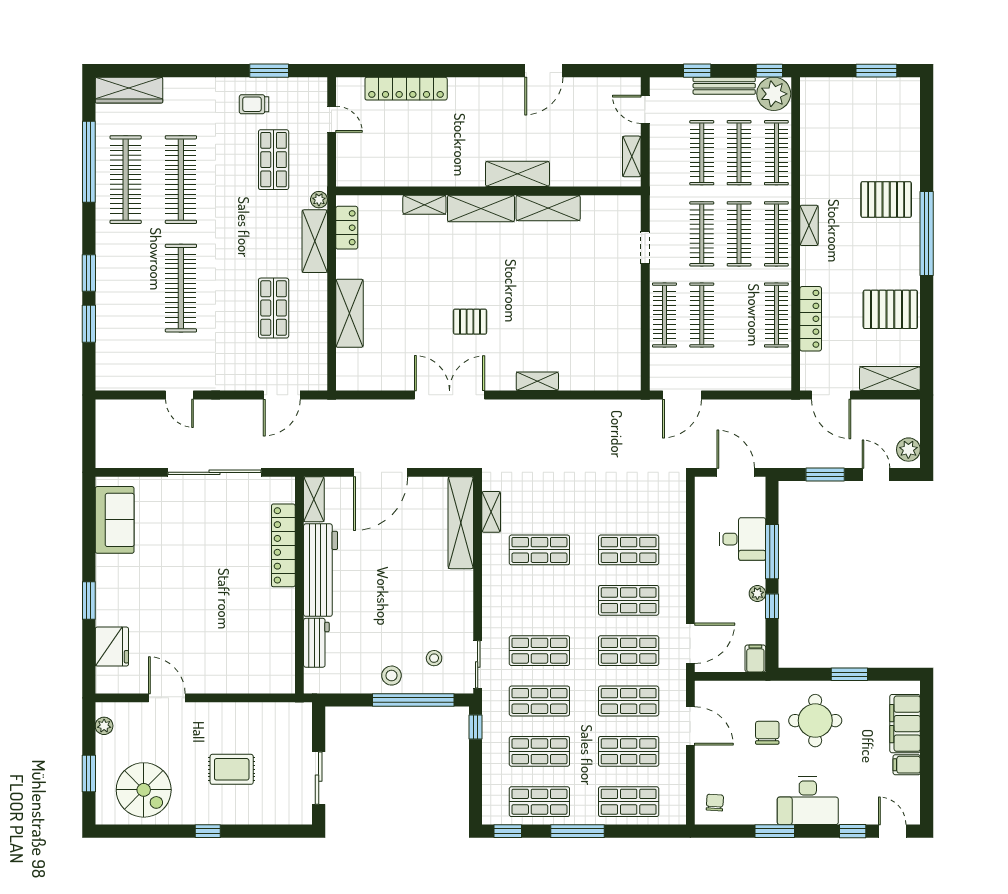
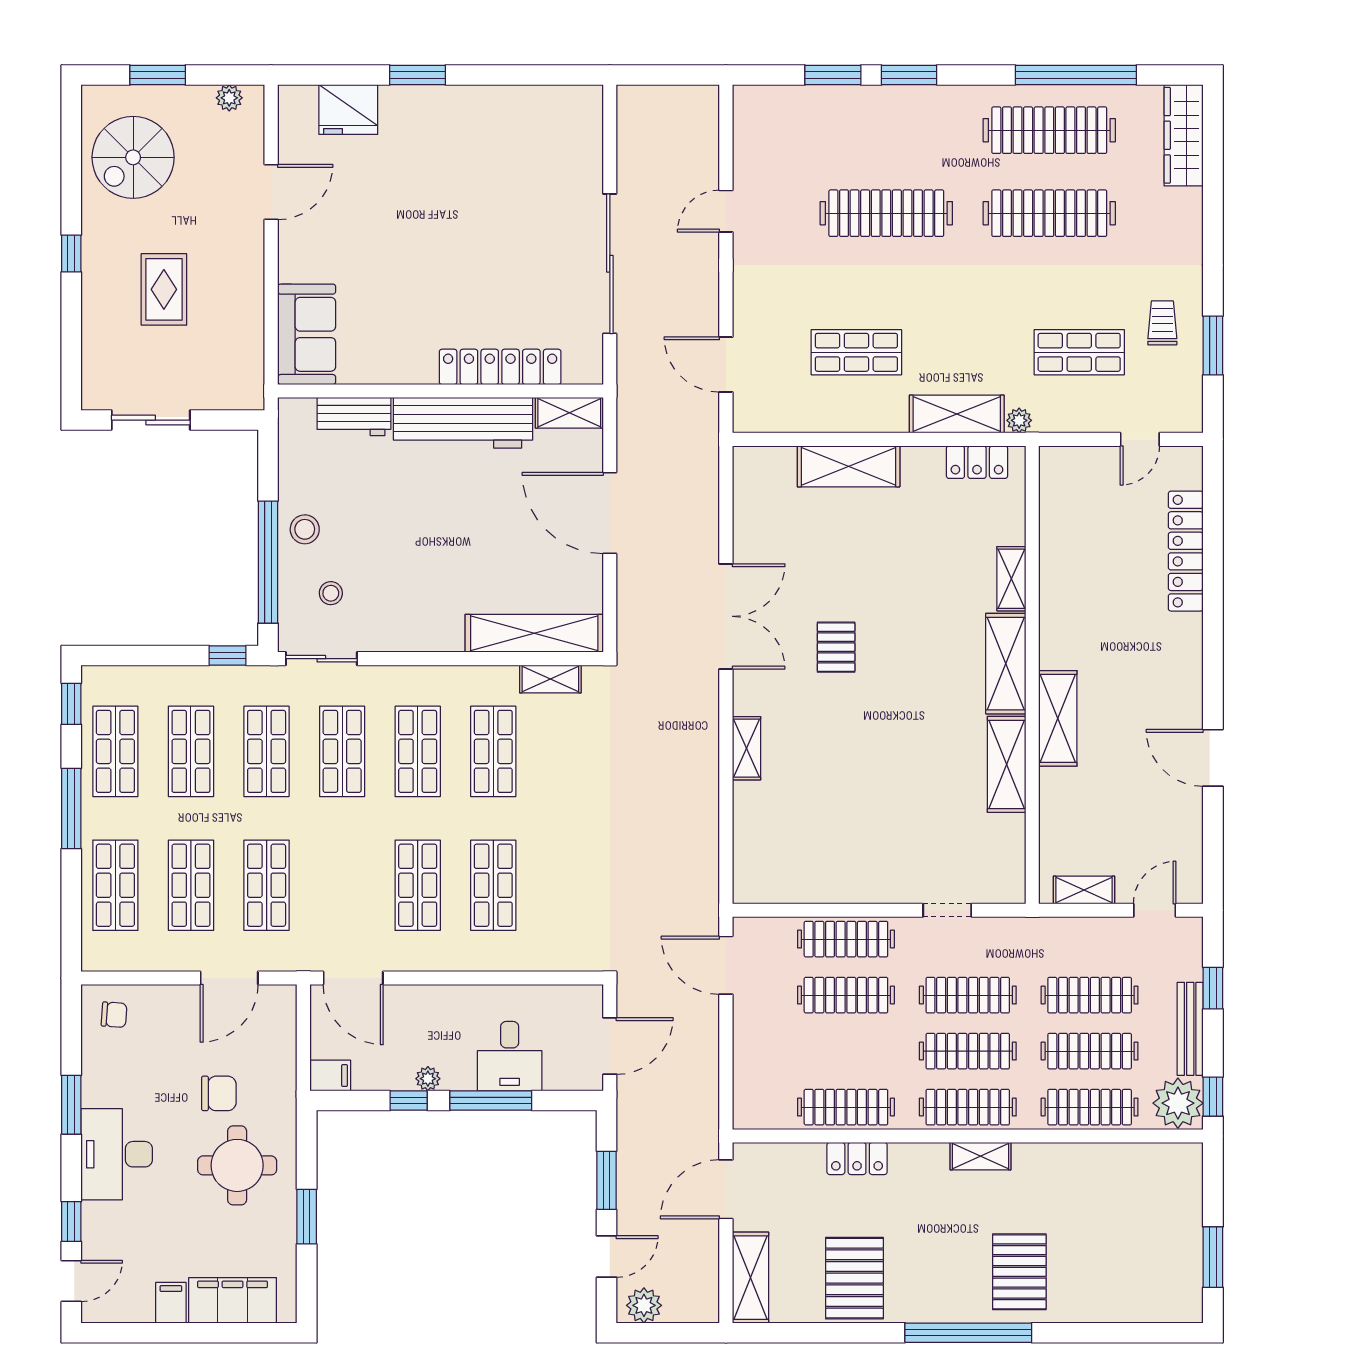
locker: (811, 319) -> (857, 1158), width x0.66
sofa: (115, 520) -> (307, 334), moved, turned -90
shop shelf: (629, 651) -> (418, 751), moved

